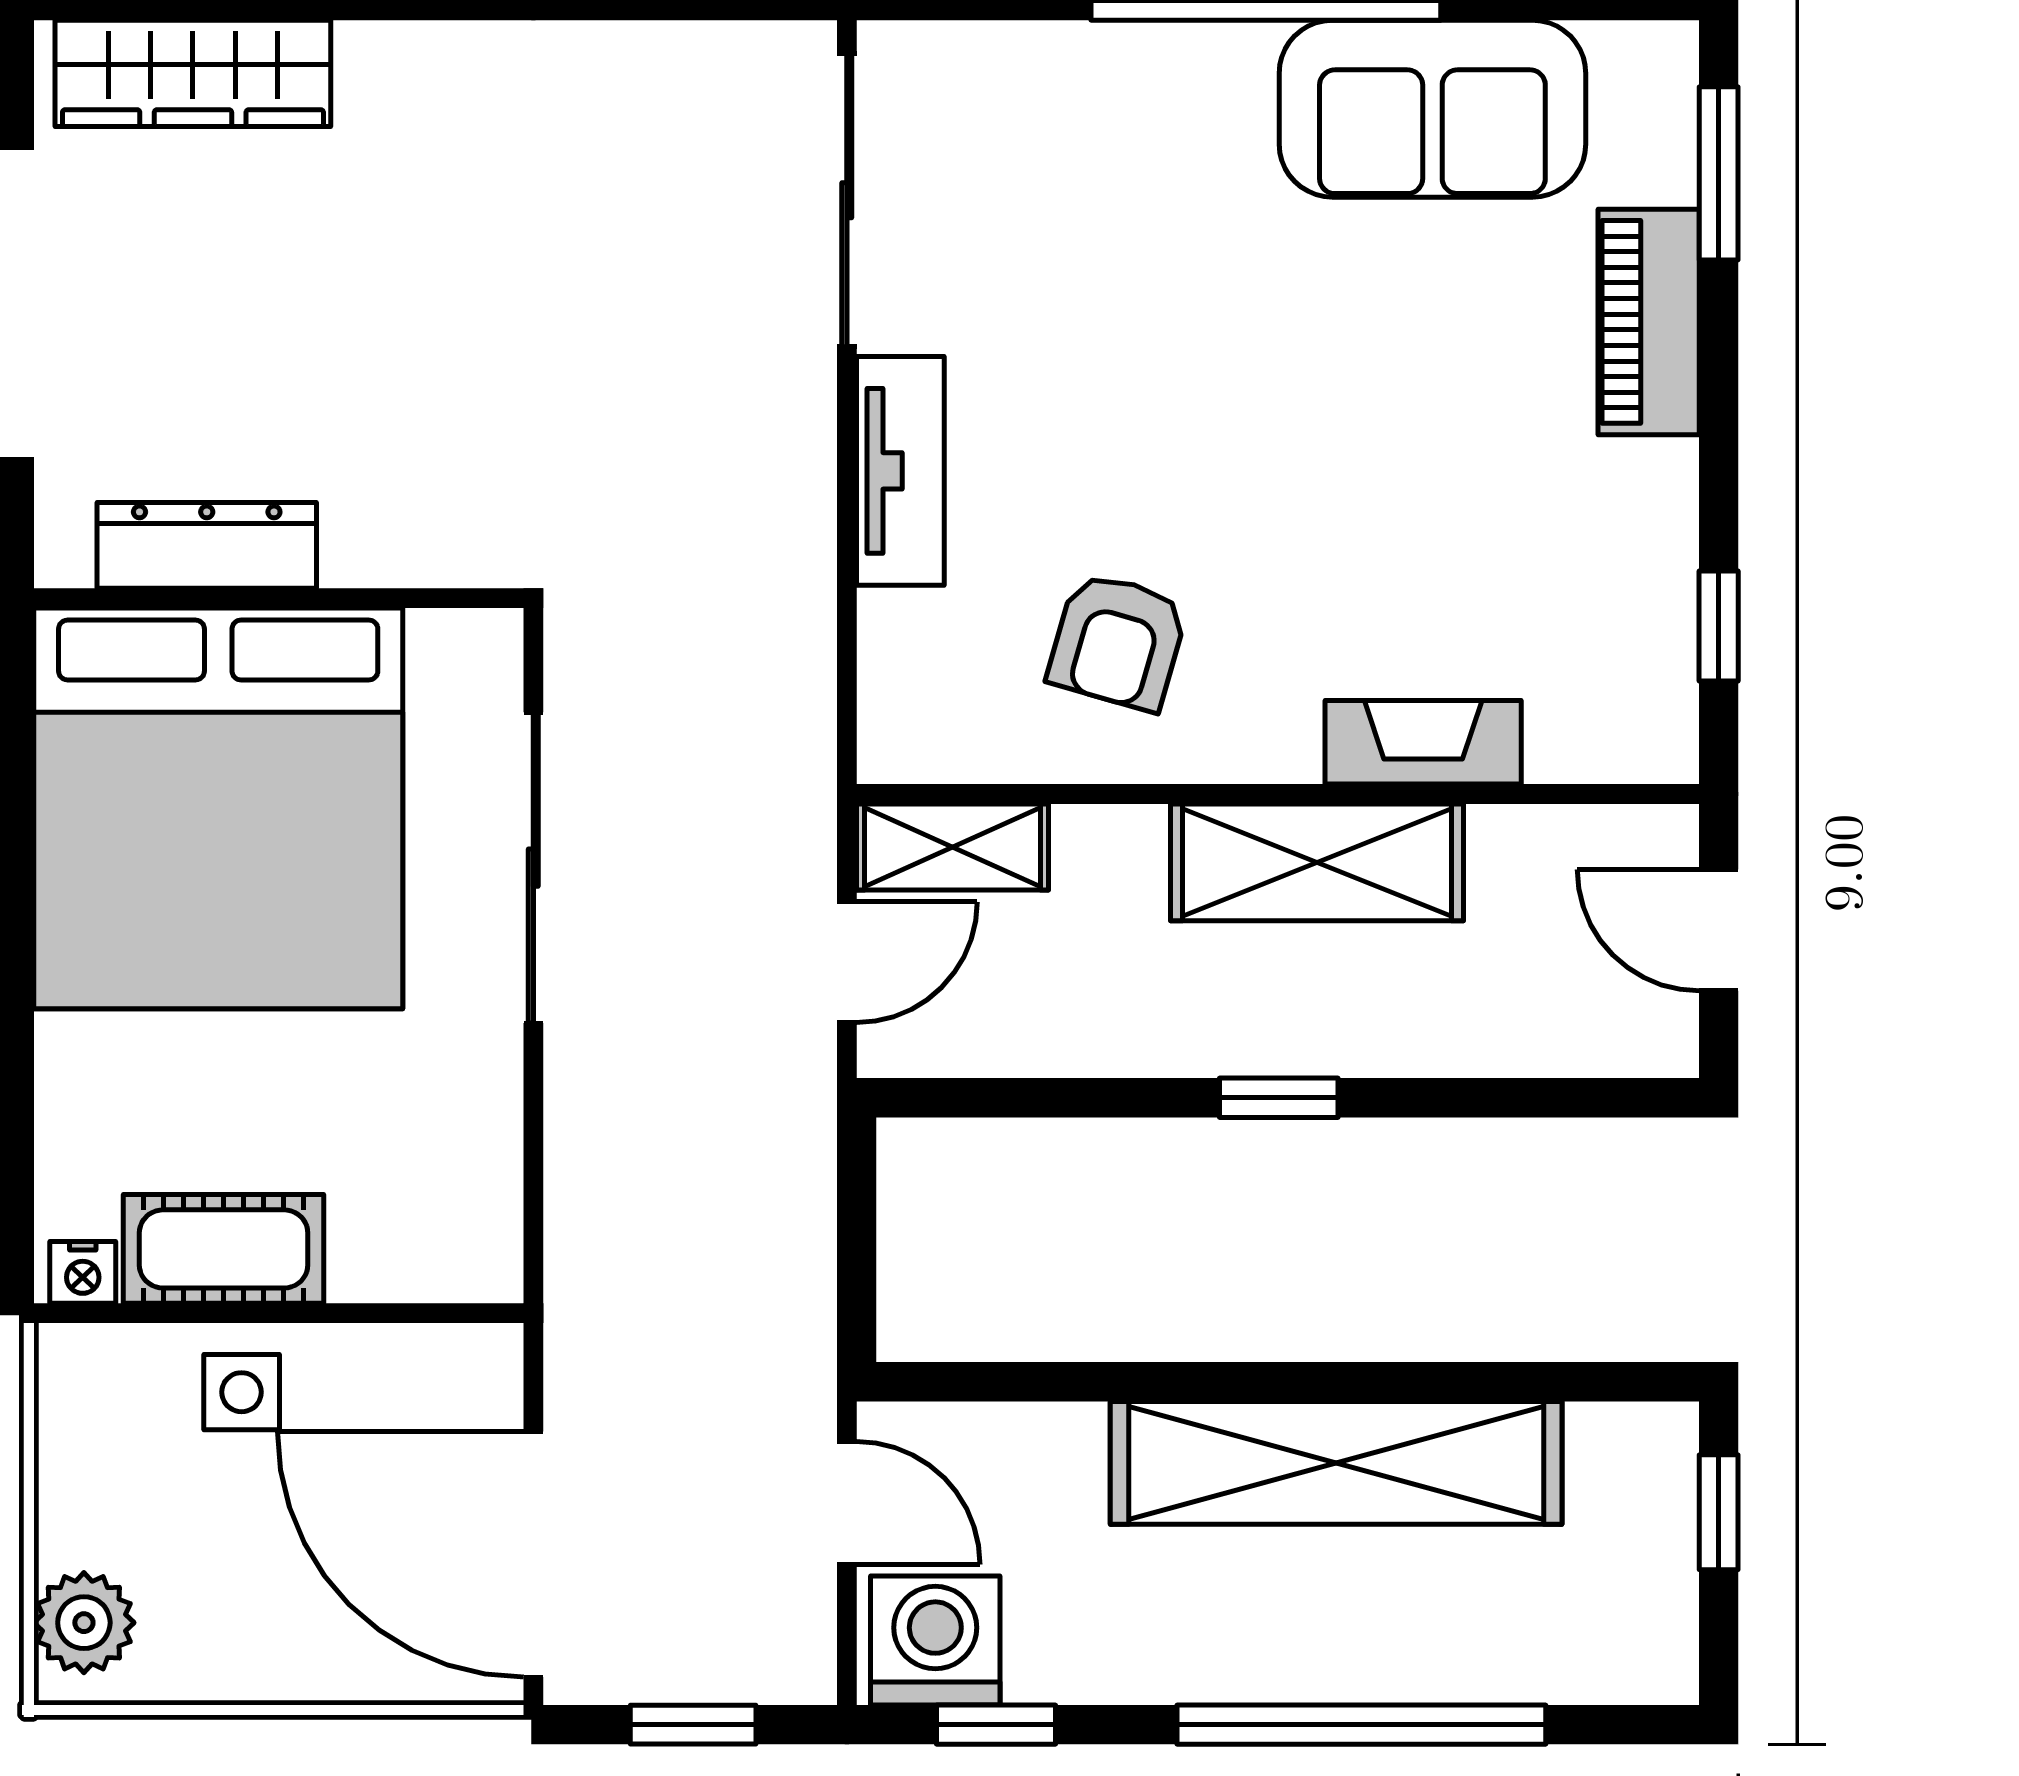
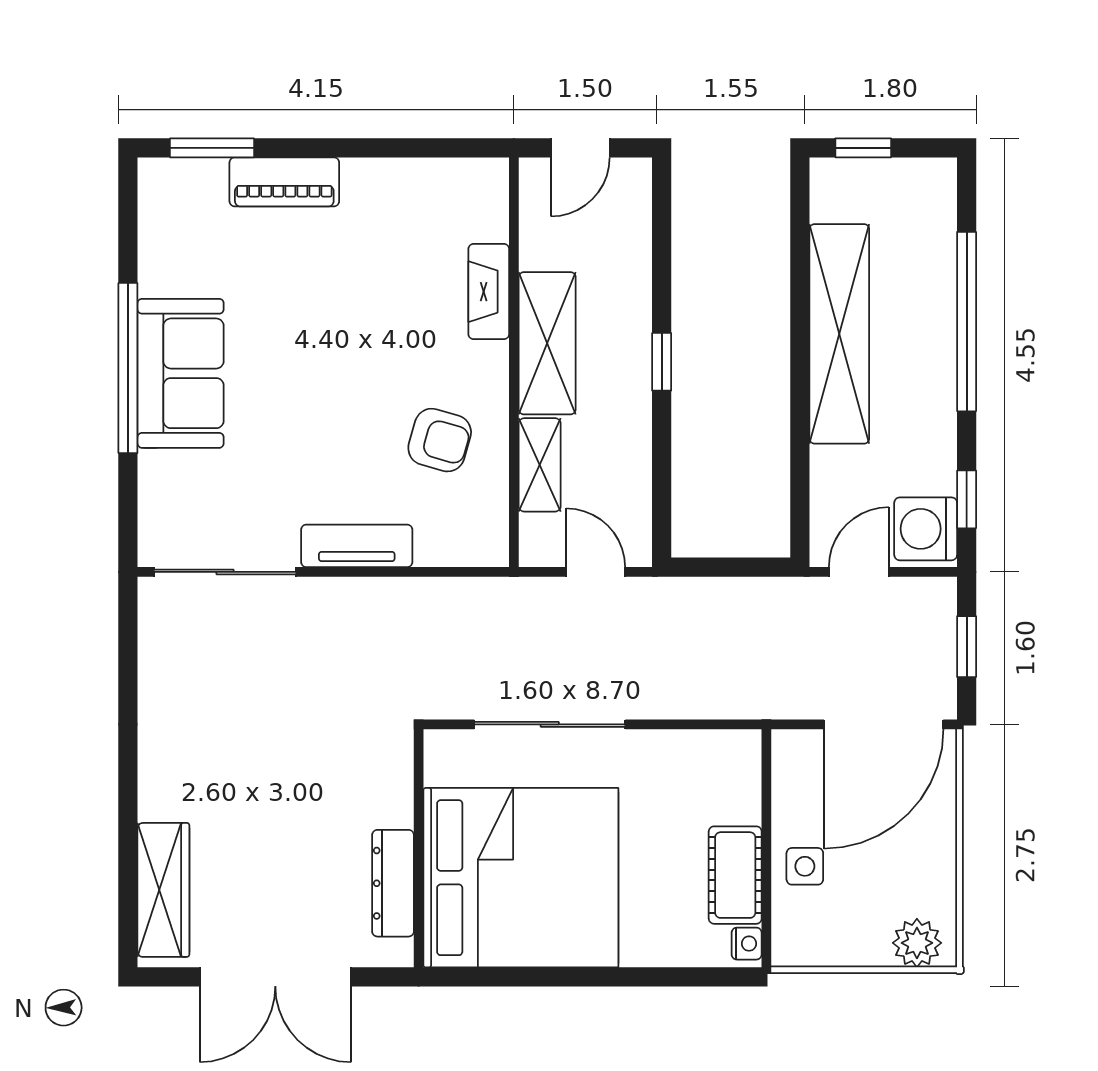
sofa: (1432, 109) -> (181, 373), moved
window: (1719, 626) -> (432, 148), removed
shelving: (953, 847) -> (540, 465), moved

